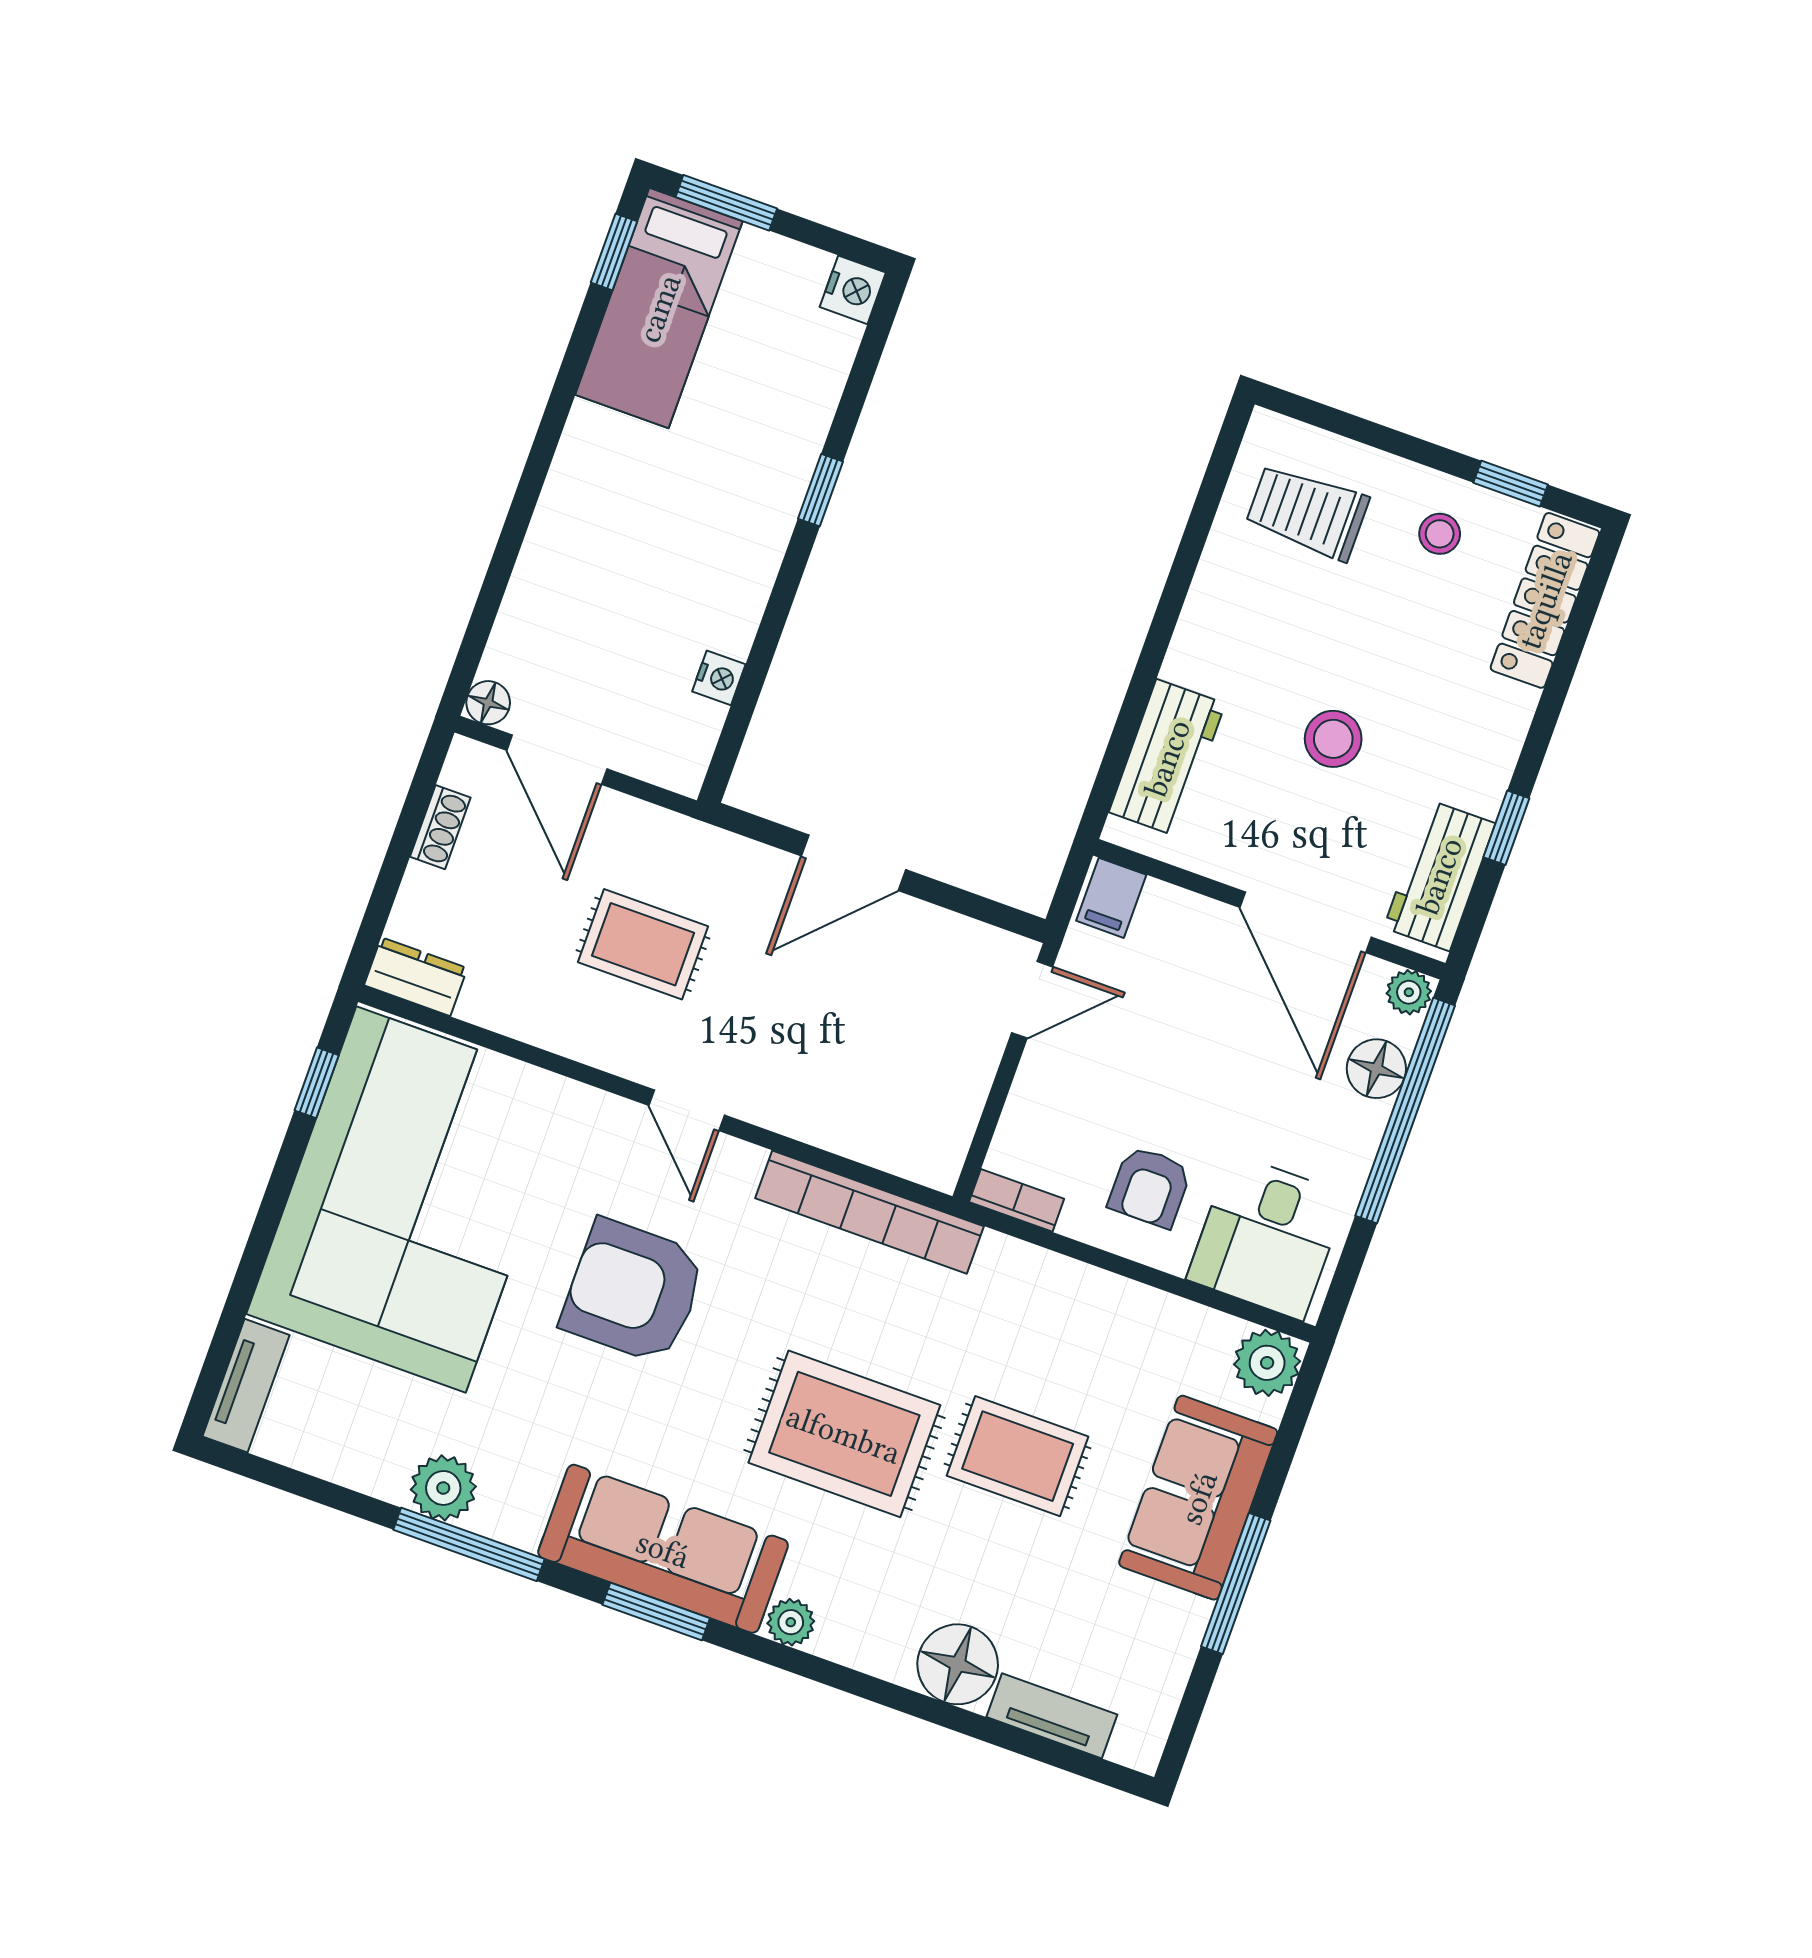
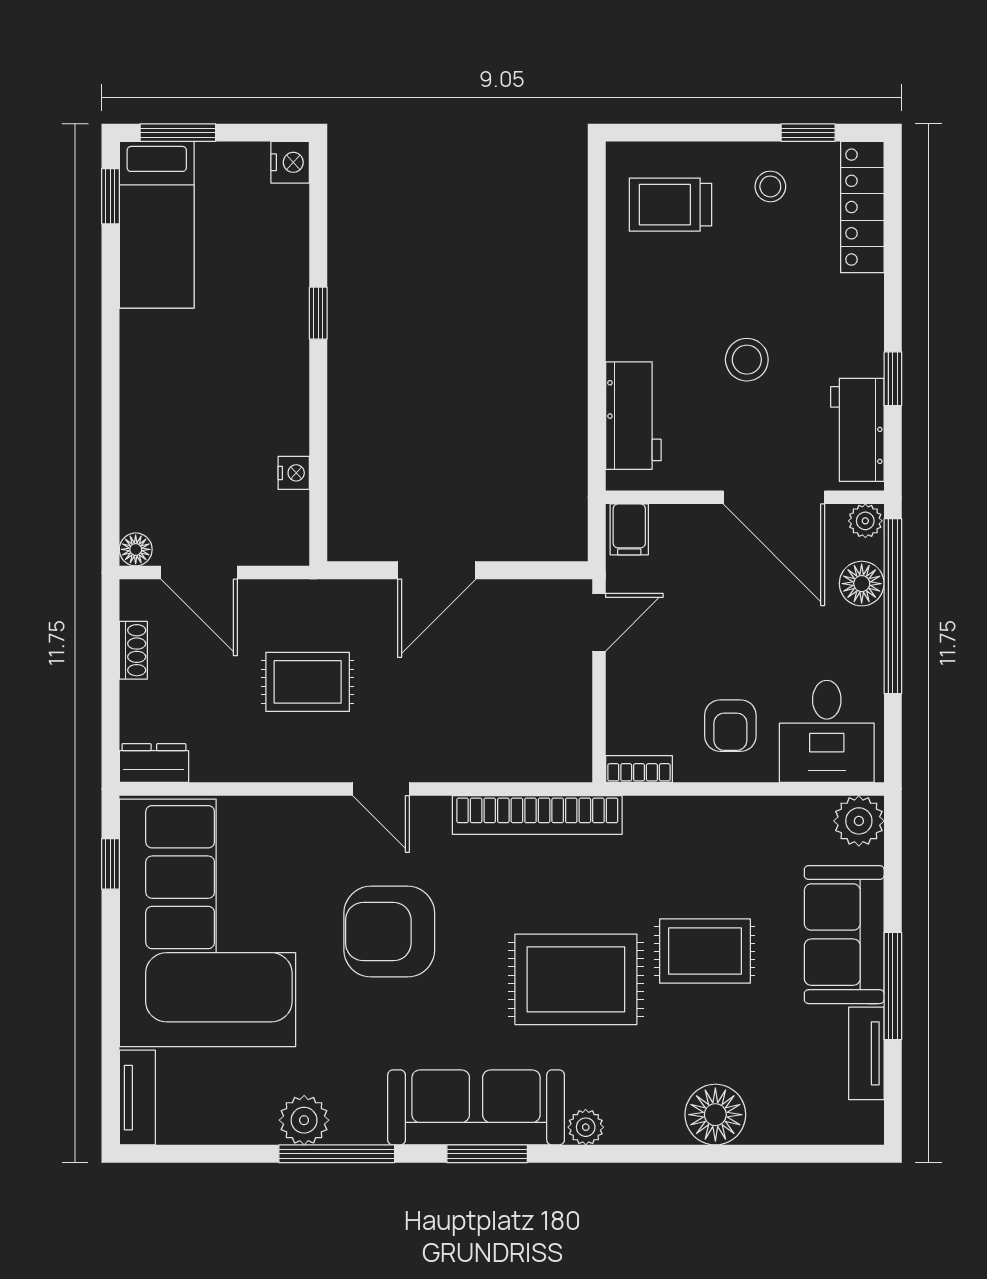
tv unit: (1052, 1716) -> (866, 1053), moved, turned -90

